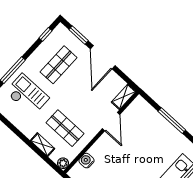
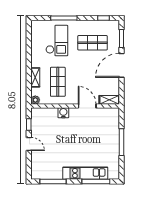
door: (111, 122) -> (87, 106), swing flipped
water cooler: (87, 161) -> (63, 113), moved

